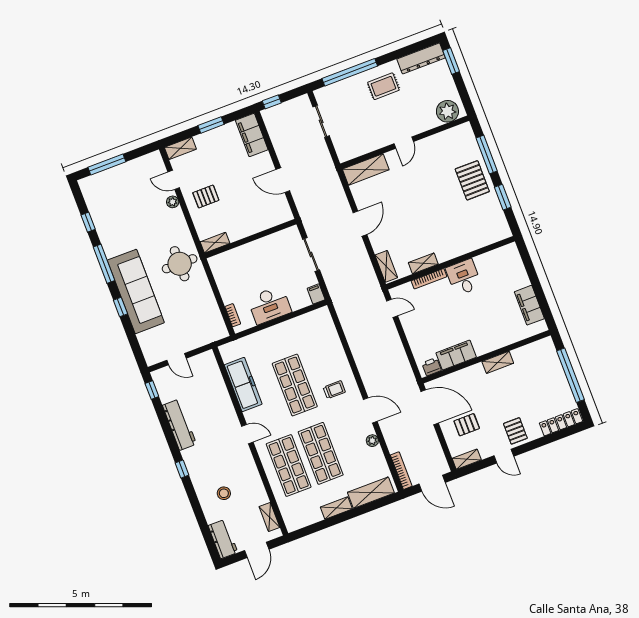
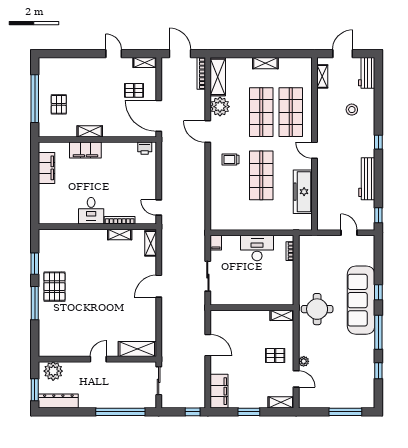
rug: (383, 86) -> (97, 390), removed
plant: (447, 111) -> (53, 371), moved
wall: (405, 142) -> (97, 359), moved
door: (404, 143) -> (98, 359), moved
shelving: (366, 169) -> (137, 349), moved
filing cabinet: (456, 355) -> (85, 150), moved
locker: (561, 422) -> (57, 63), removed
pallet: (515, 431) -> (59, 104), moved
plant: (372, 441) -> (220, 107), width x1.87, depth x1.87
shelving: (371, 493) -> (218, 77), moved, turned 90

